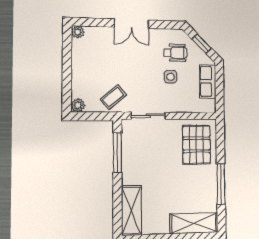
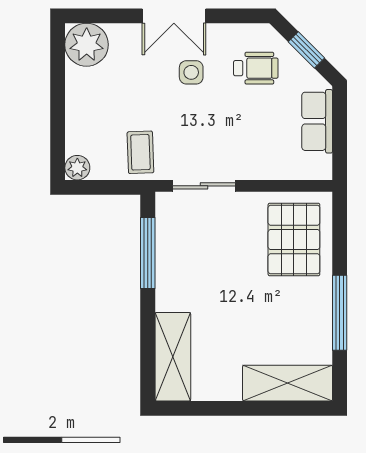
plant: (78, 32) -> (87, 45), width x1.87, depth x1.87
side table: (170, 77) -> (191, 72), moved
coffee table: (113, 97) -> (140, 152), turned -52

